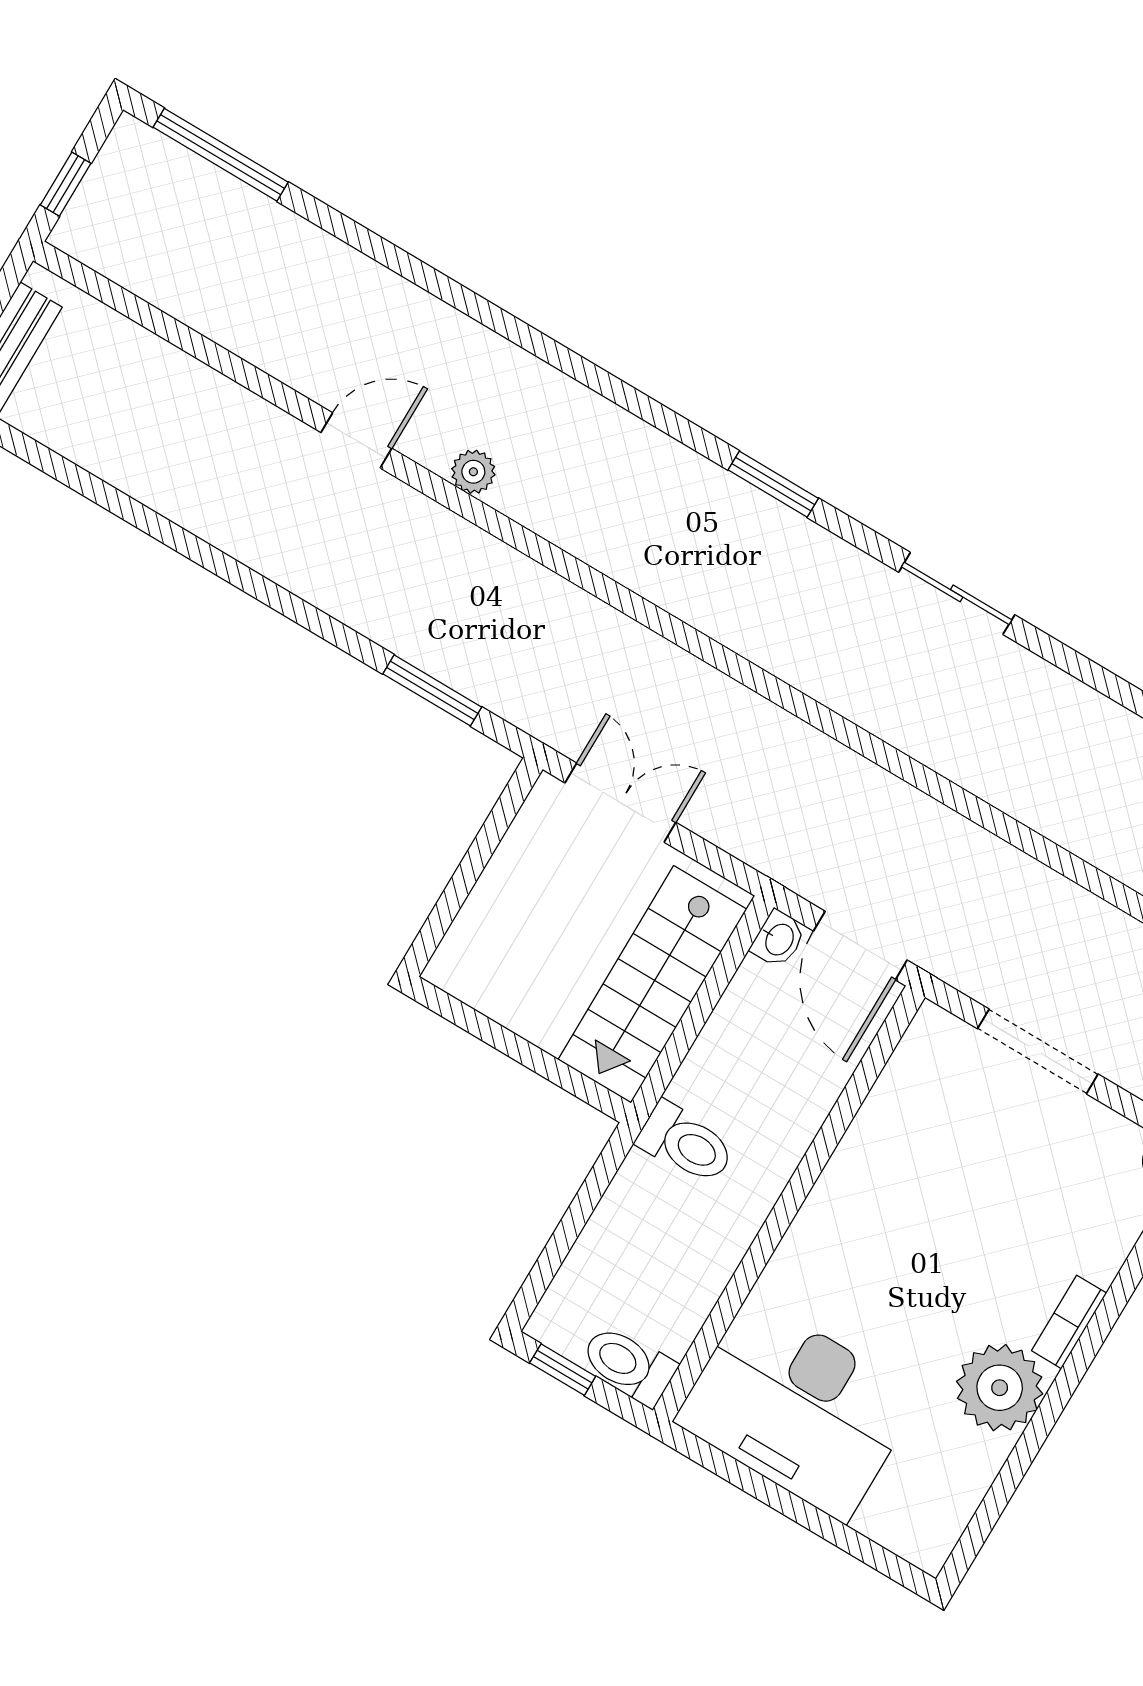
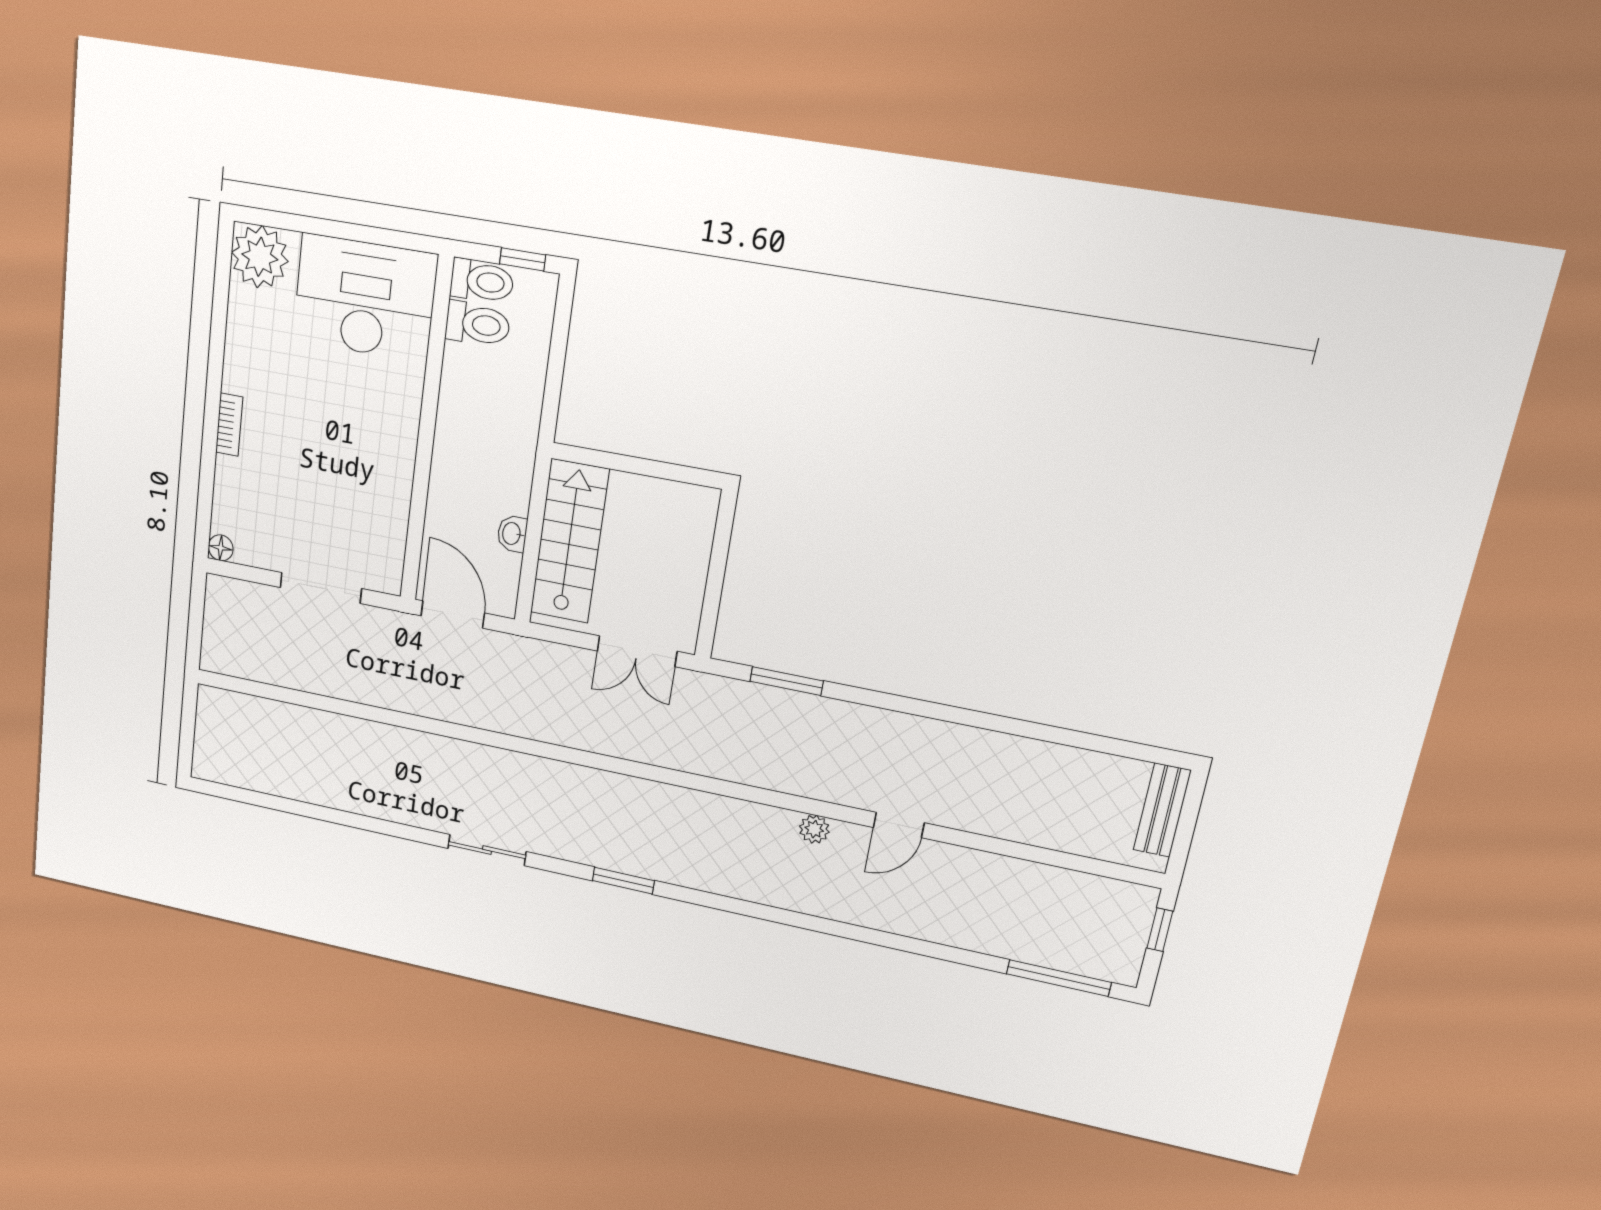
washbasin: (778, 939) -> (512, 534), moved
toilet: (686, 1143) -> (478, 324), moved, turned 180
plant: (1000, 1388) -> (260, 257), moved

